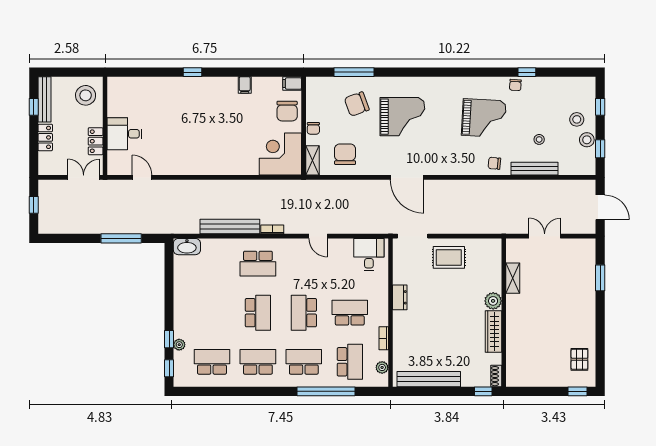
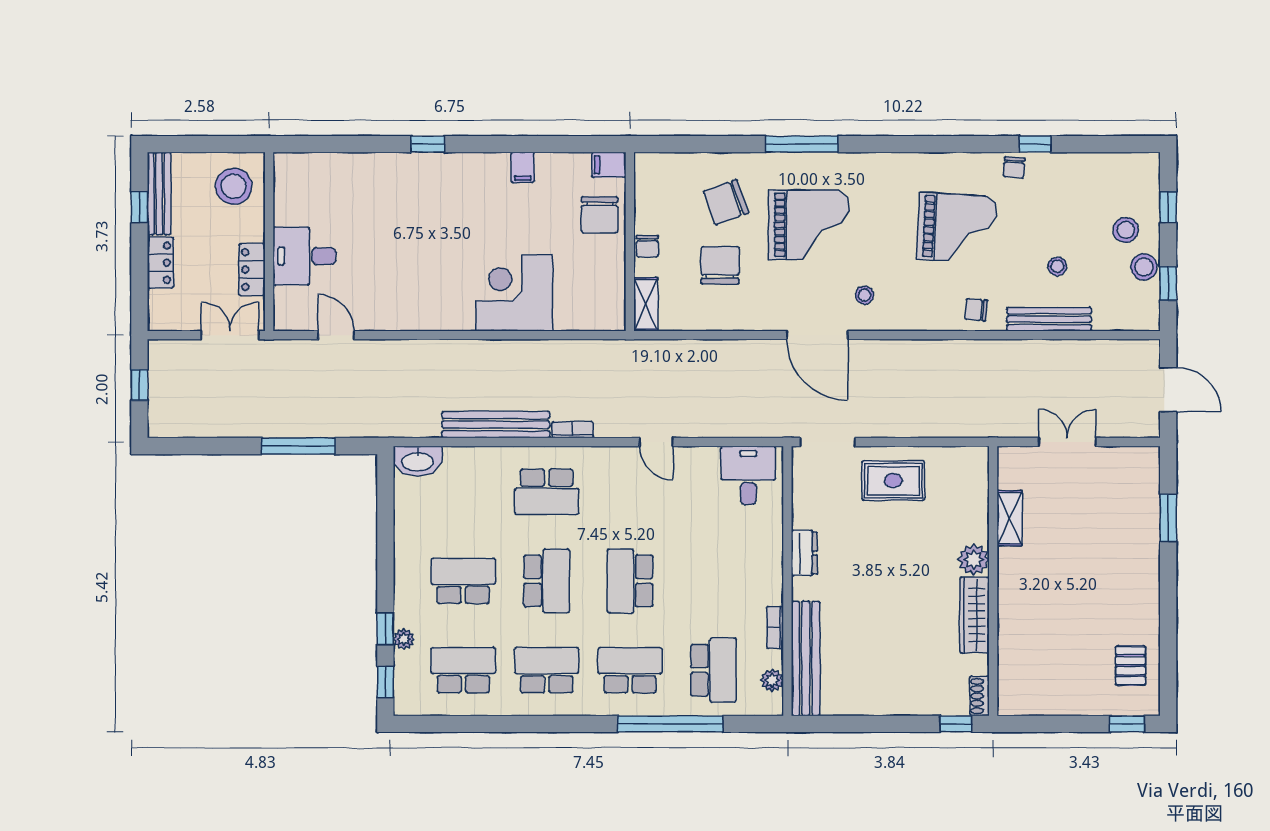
window: (354, 72) -> (802, 144), moved
corner desk: (280, 154) -> (514, 293), moved
chair: (345, 154) -> (720, 265), moved
stool: (433, 155) -> (865, 295), added
school desk: (350, 313) -> (463, 581), moved
bench: (429, 379) -> (806, 659), moved, turned 90

